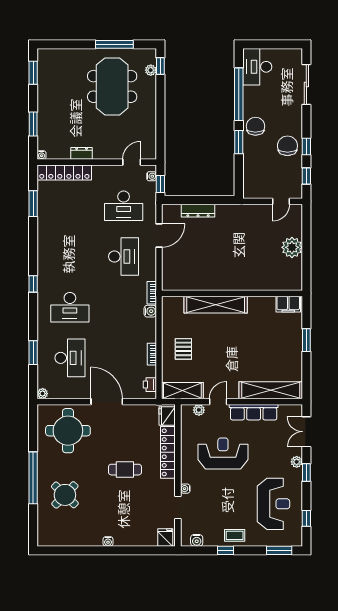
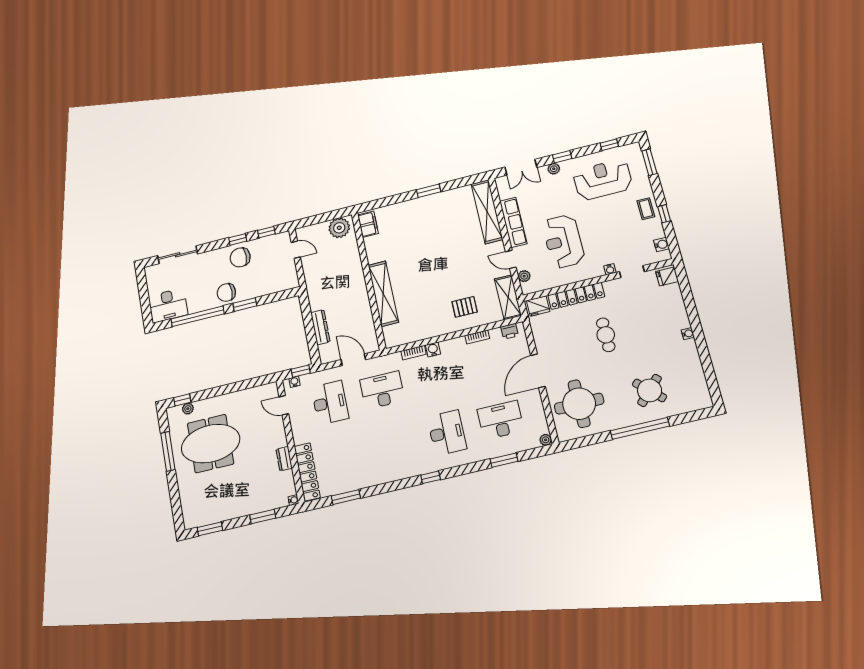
wall: (232, 293) -> (368, 281), moved
filing cabinet: (288, 304) -> (368, 224), moved
shelving: (216, 305) -> (383, 294), moved

